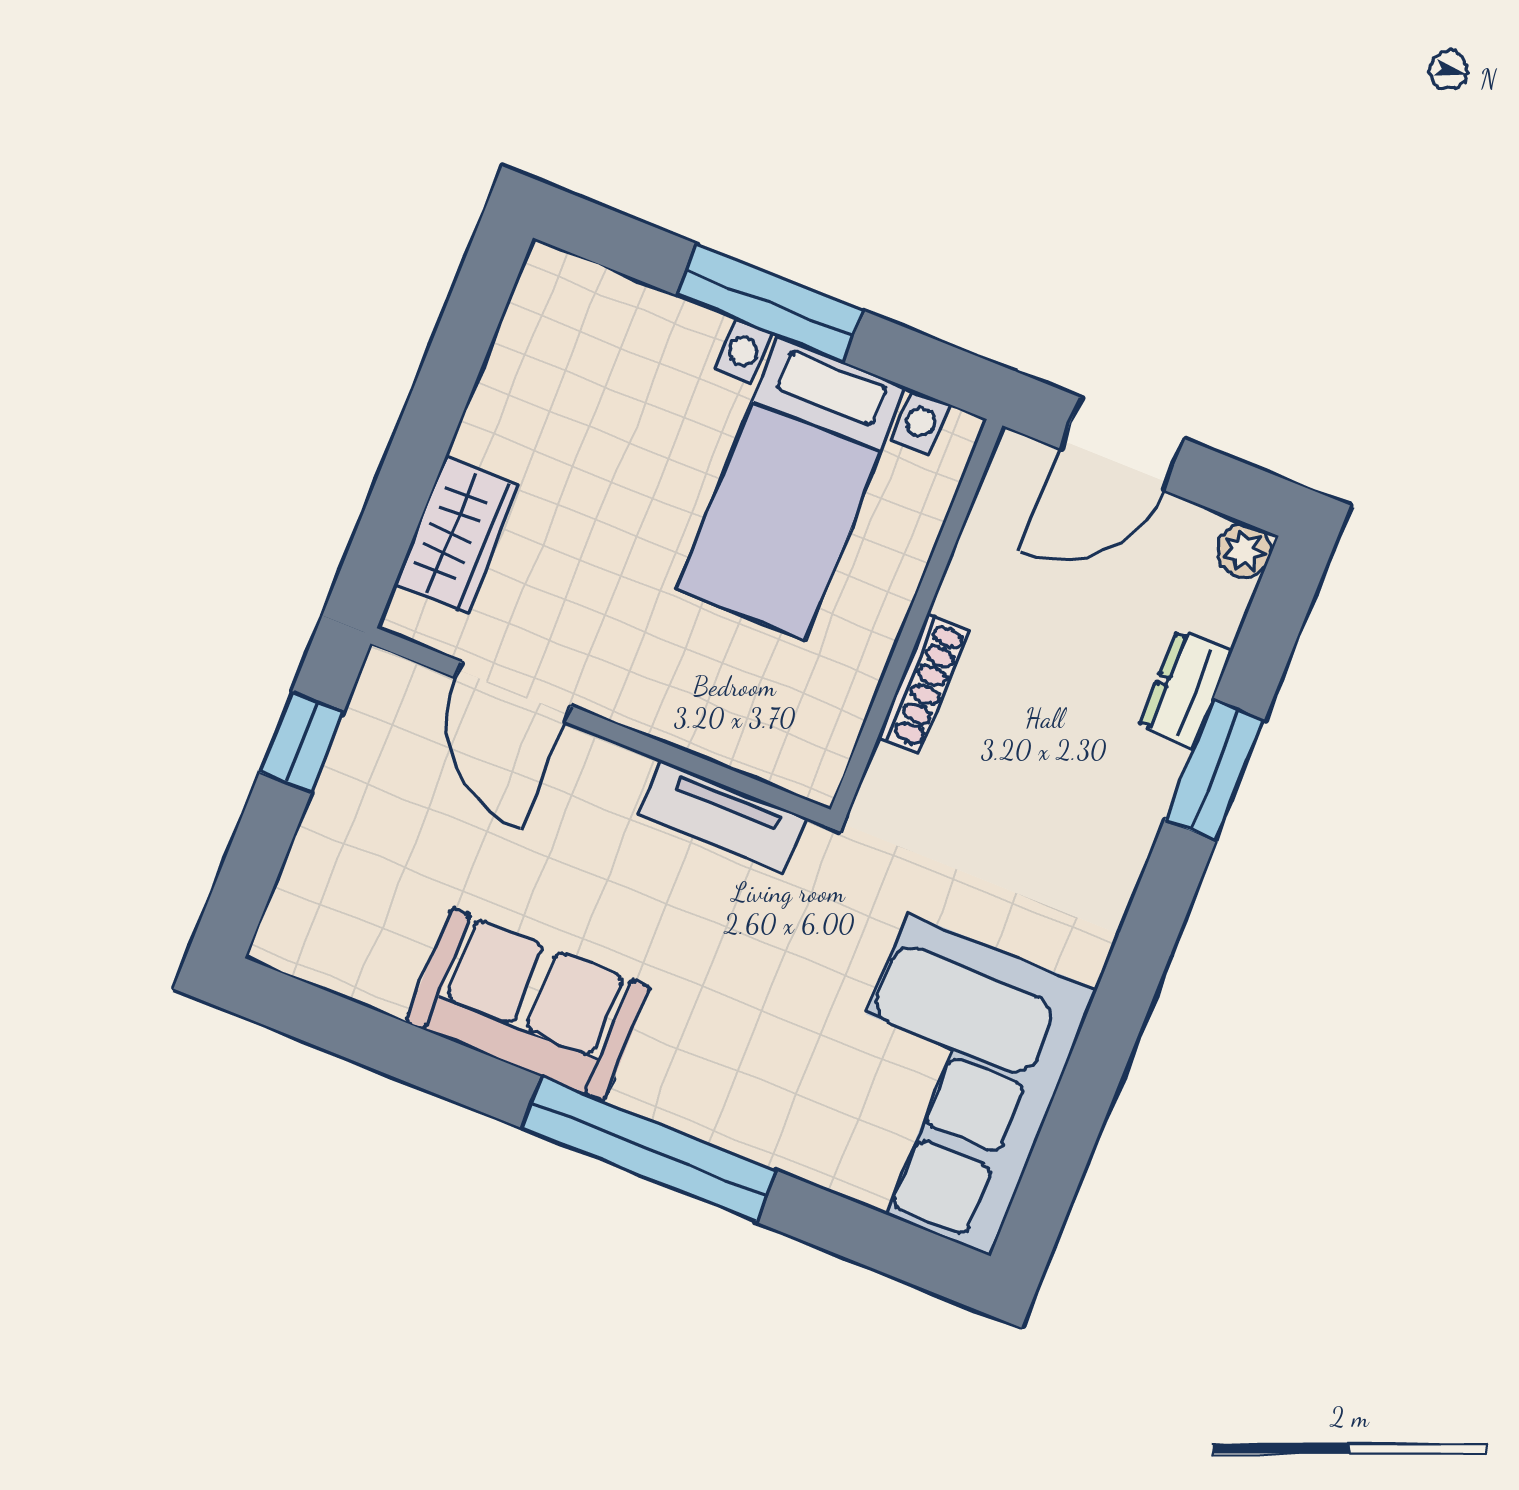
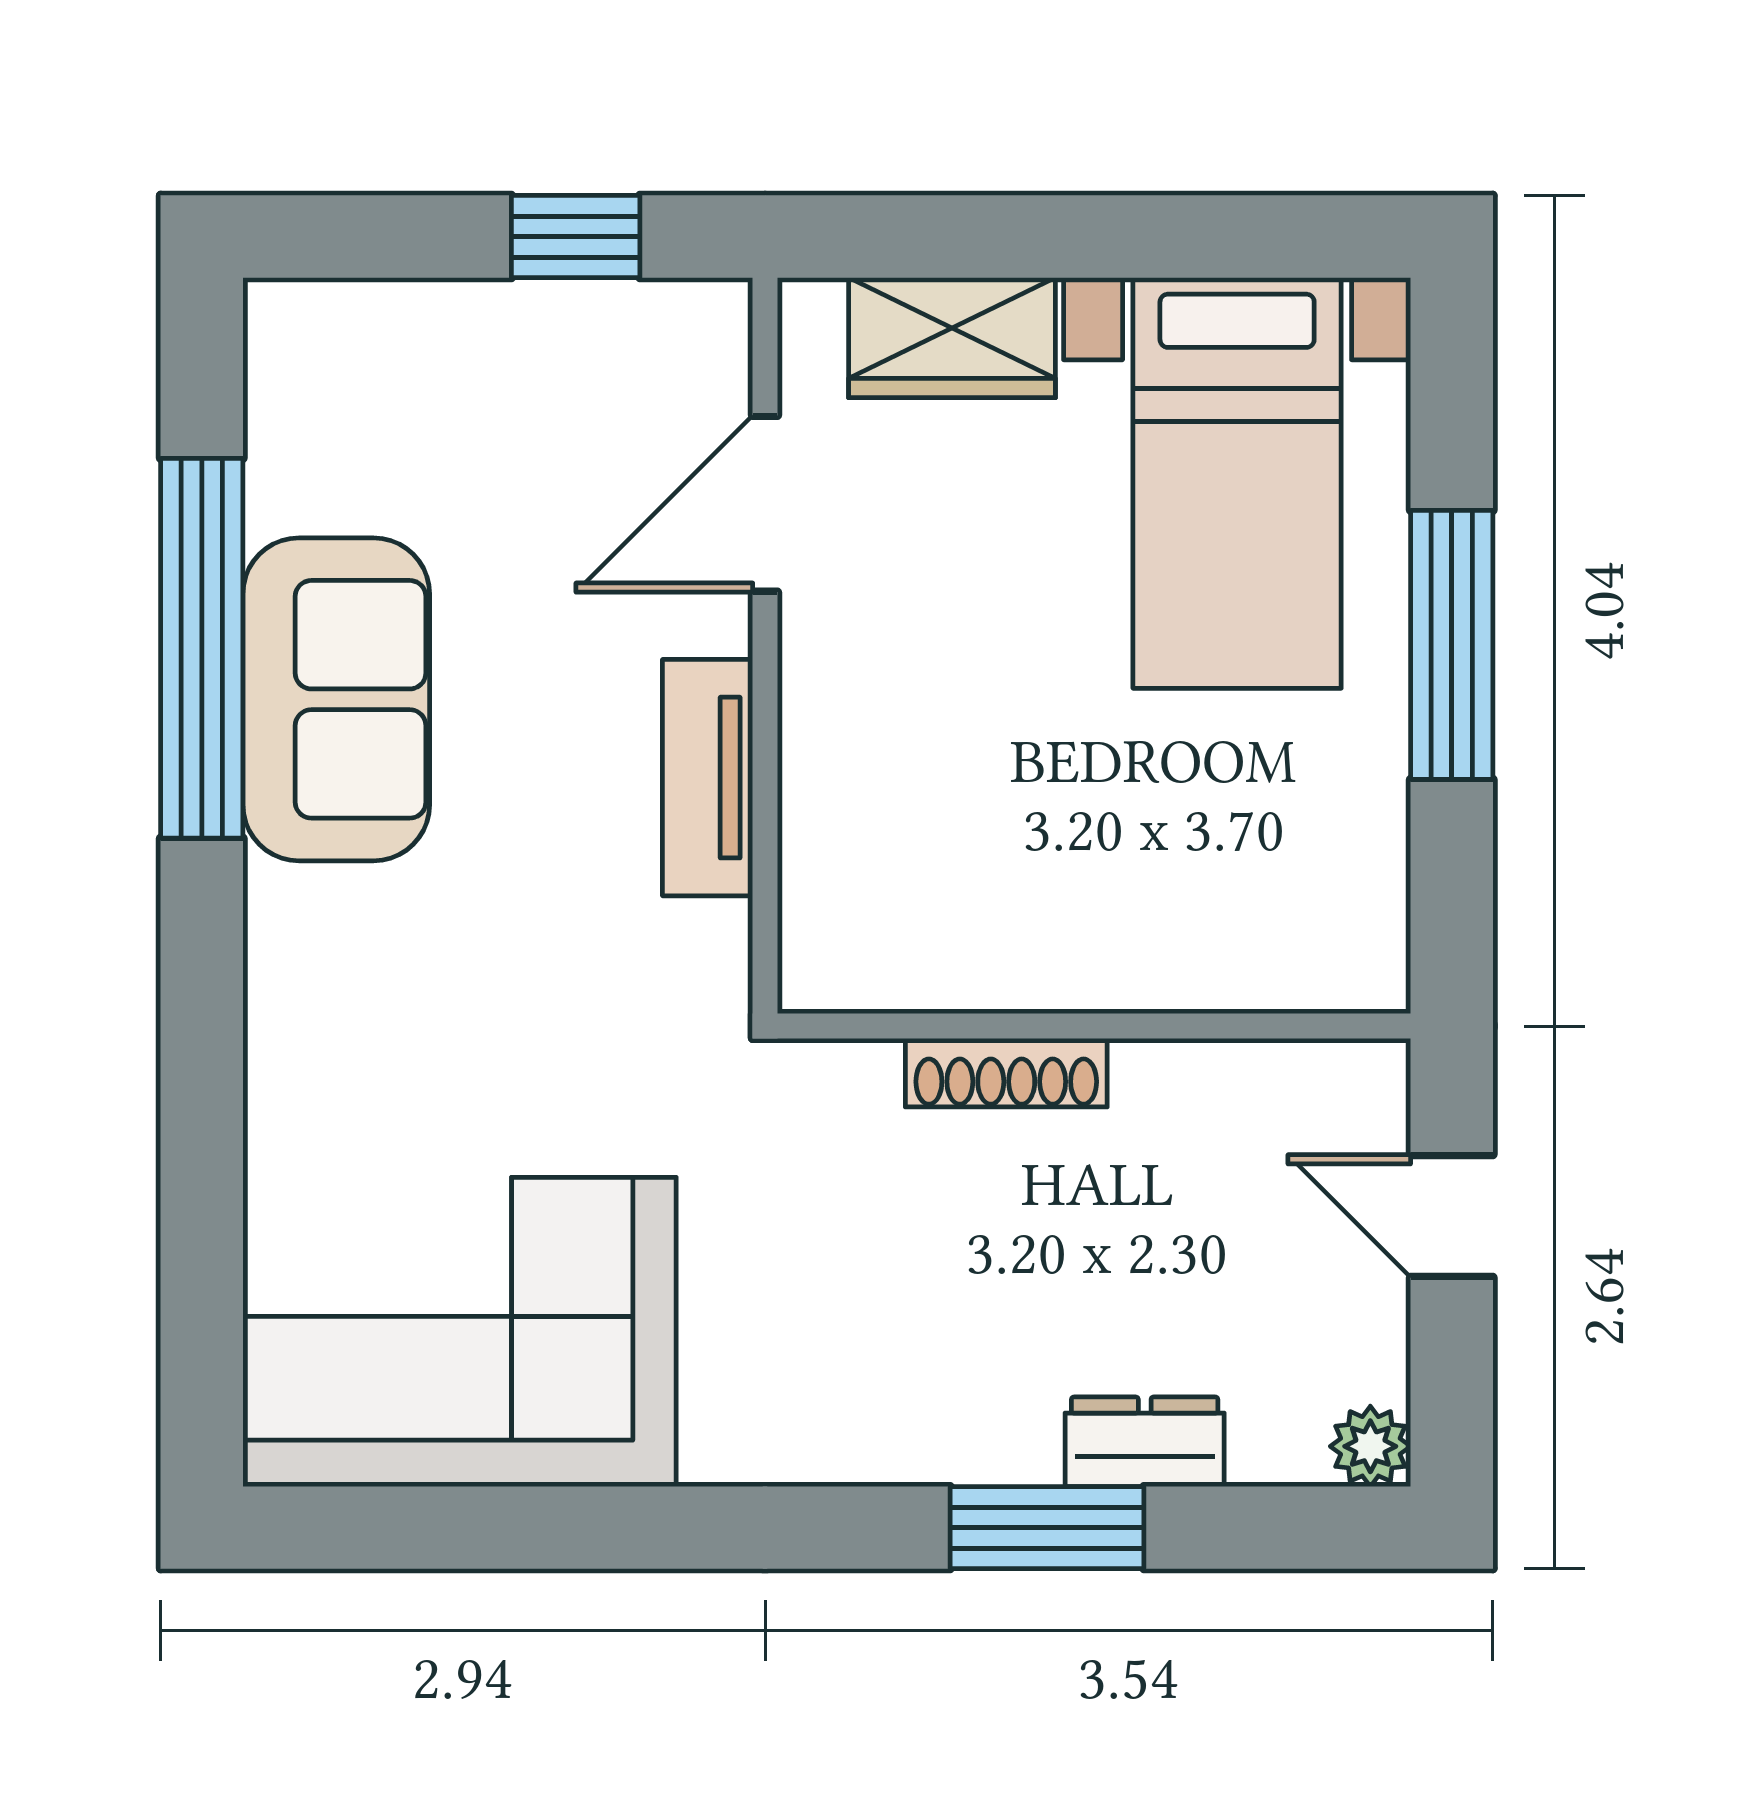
door: (1122, 444) -> (1452, 1216), width x0.73
bed with nightstands: (792, 488) -> (1237, 483), moved, turned -90
tv unit: (722, 816) -> (708, 778), moved
window: (649, 1149) -> (202, 648), moved

